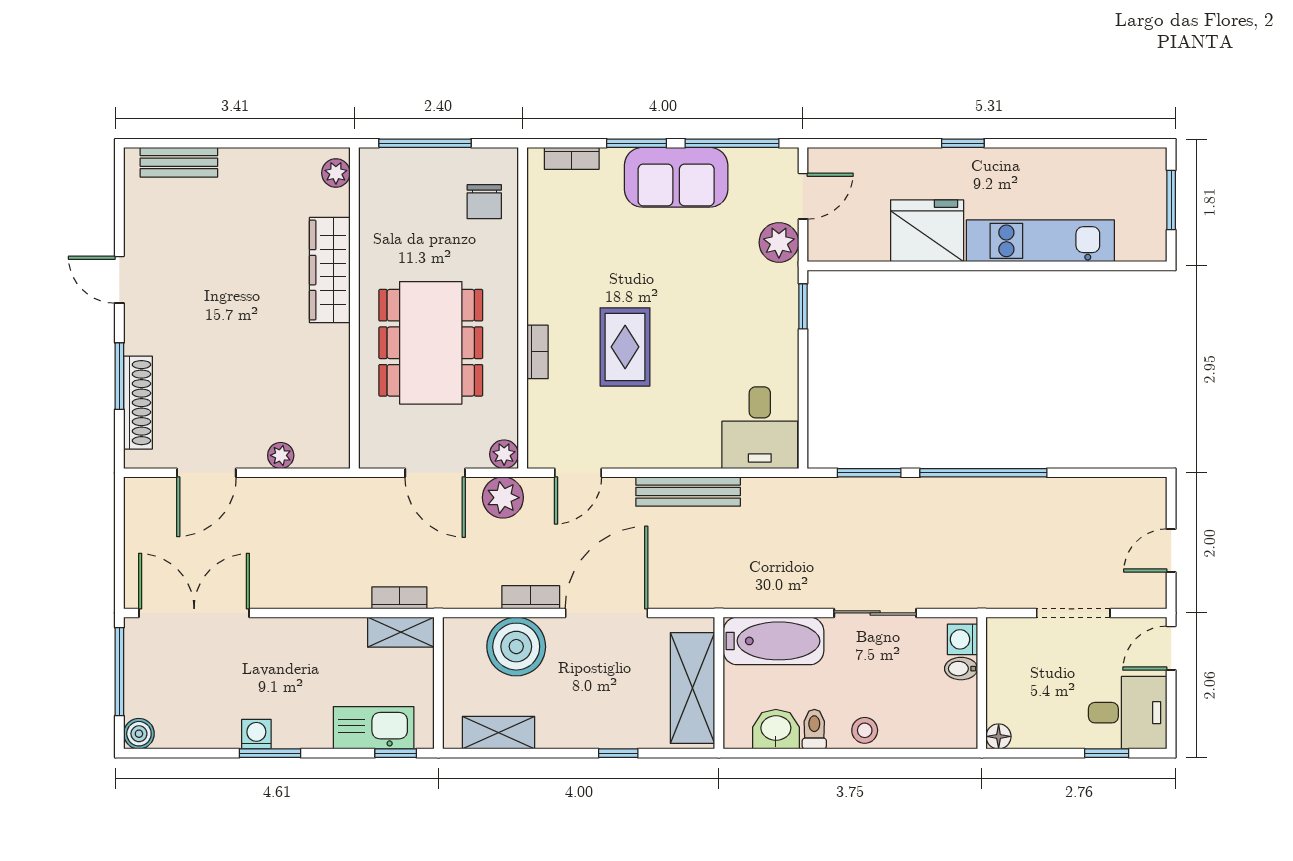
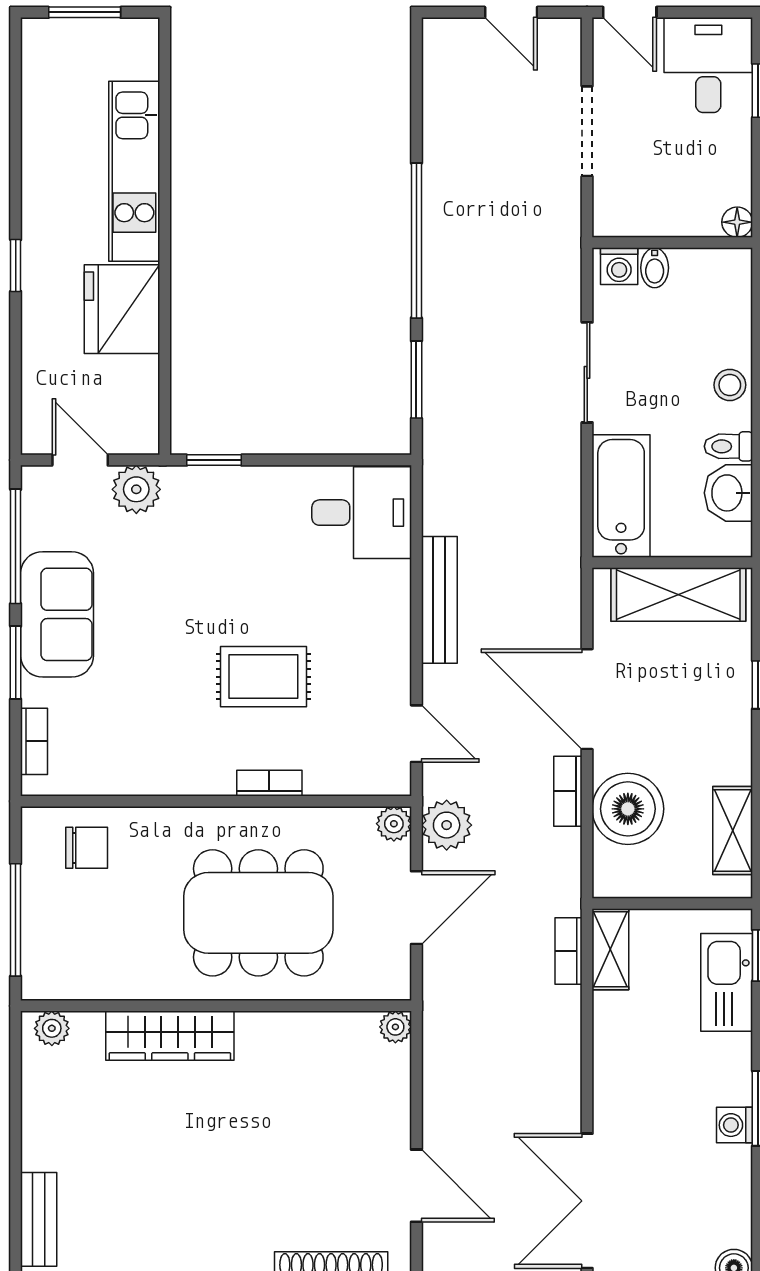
plant: (281, 455) -> (395, 1027), moved

